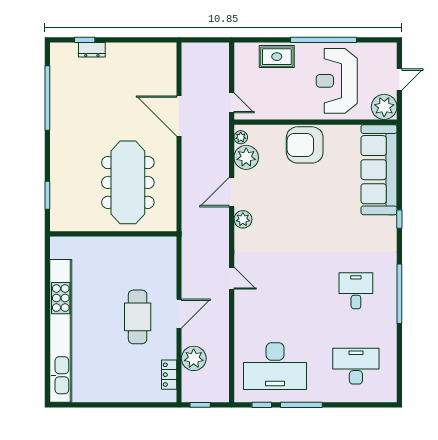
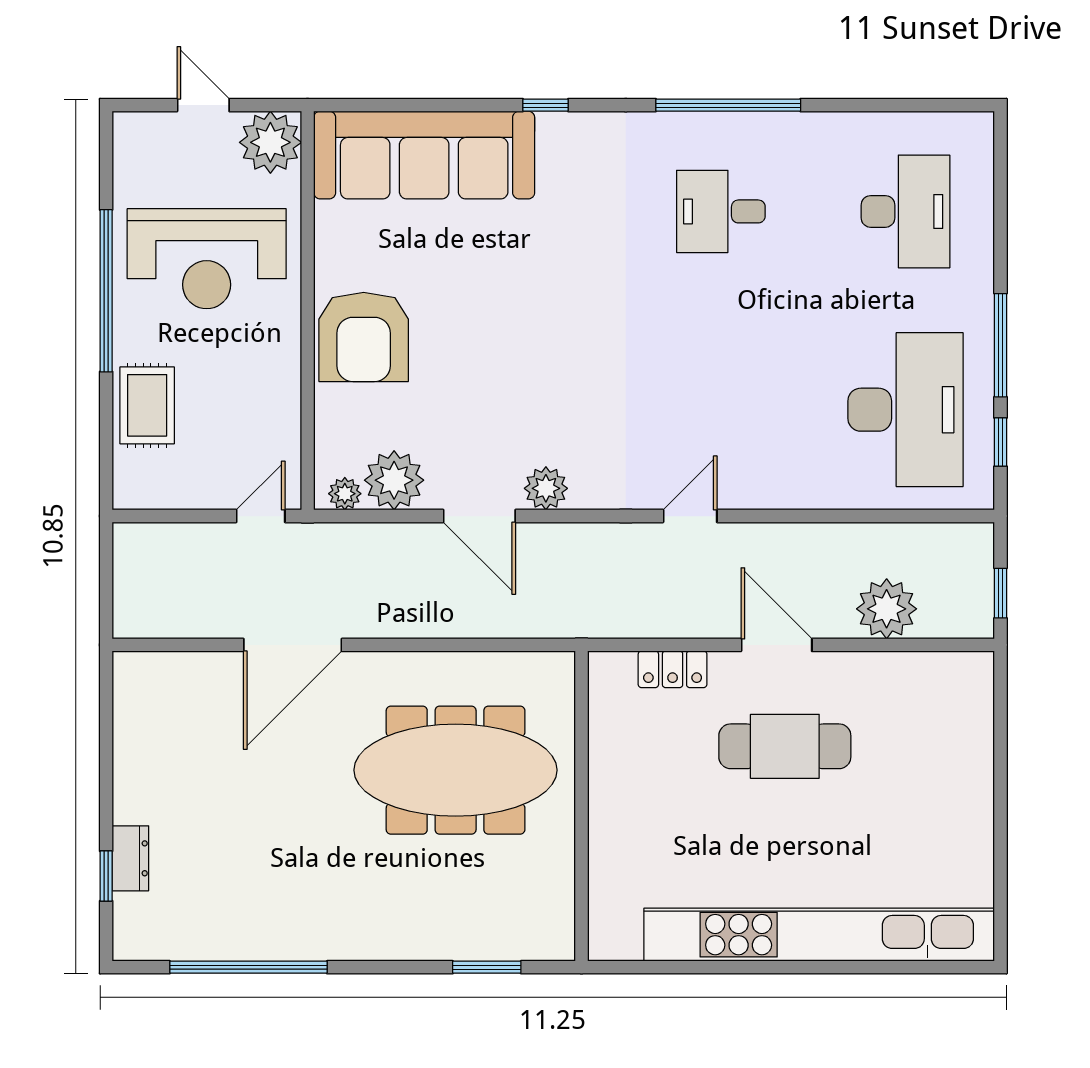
desk: (356, 366) -> (905, 211), turned 180
locker: (169, 375) -> (673, 669), moved

